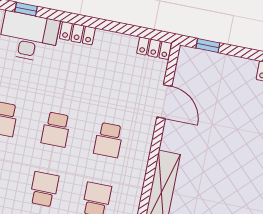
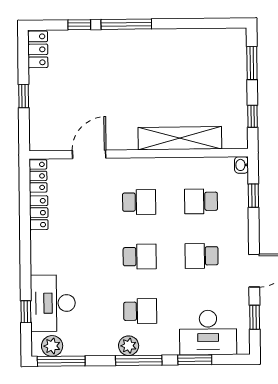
locker: (77, 33) -> (39, 213), moved
window: (208, 45) -> (24, 96), moved

